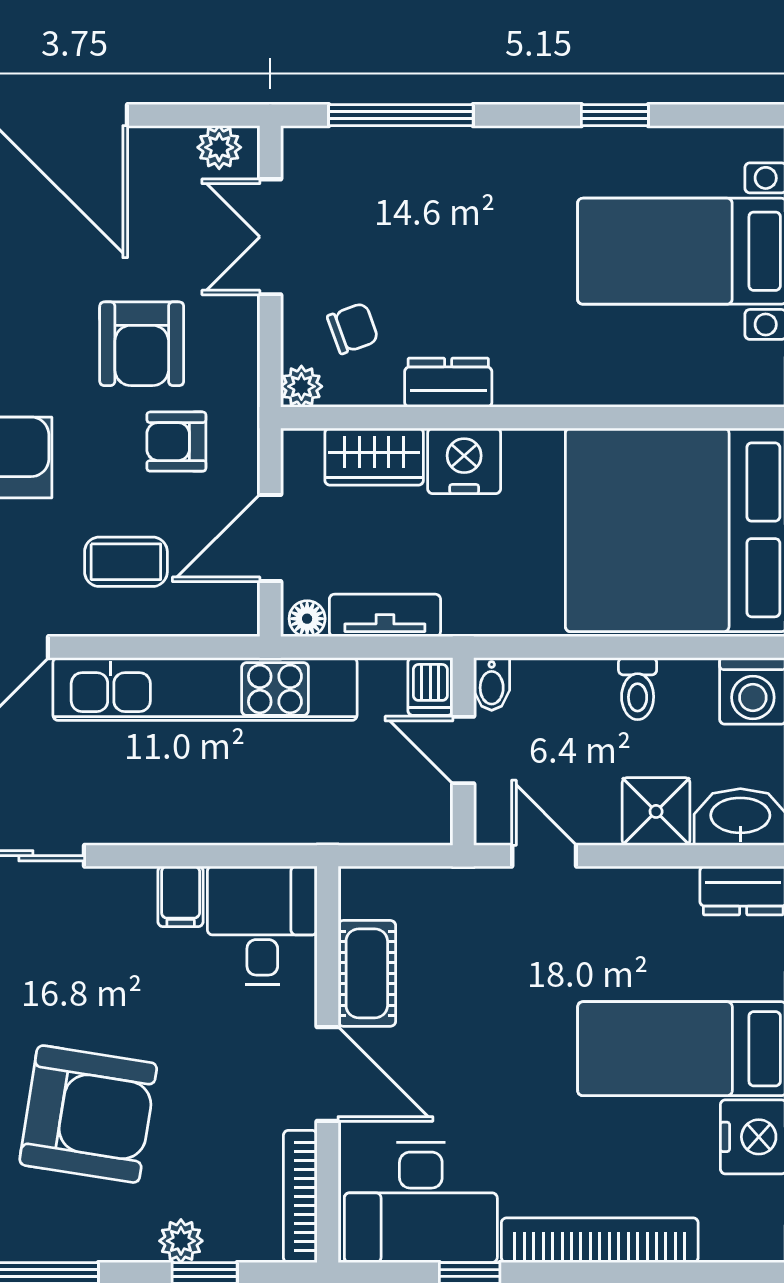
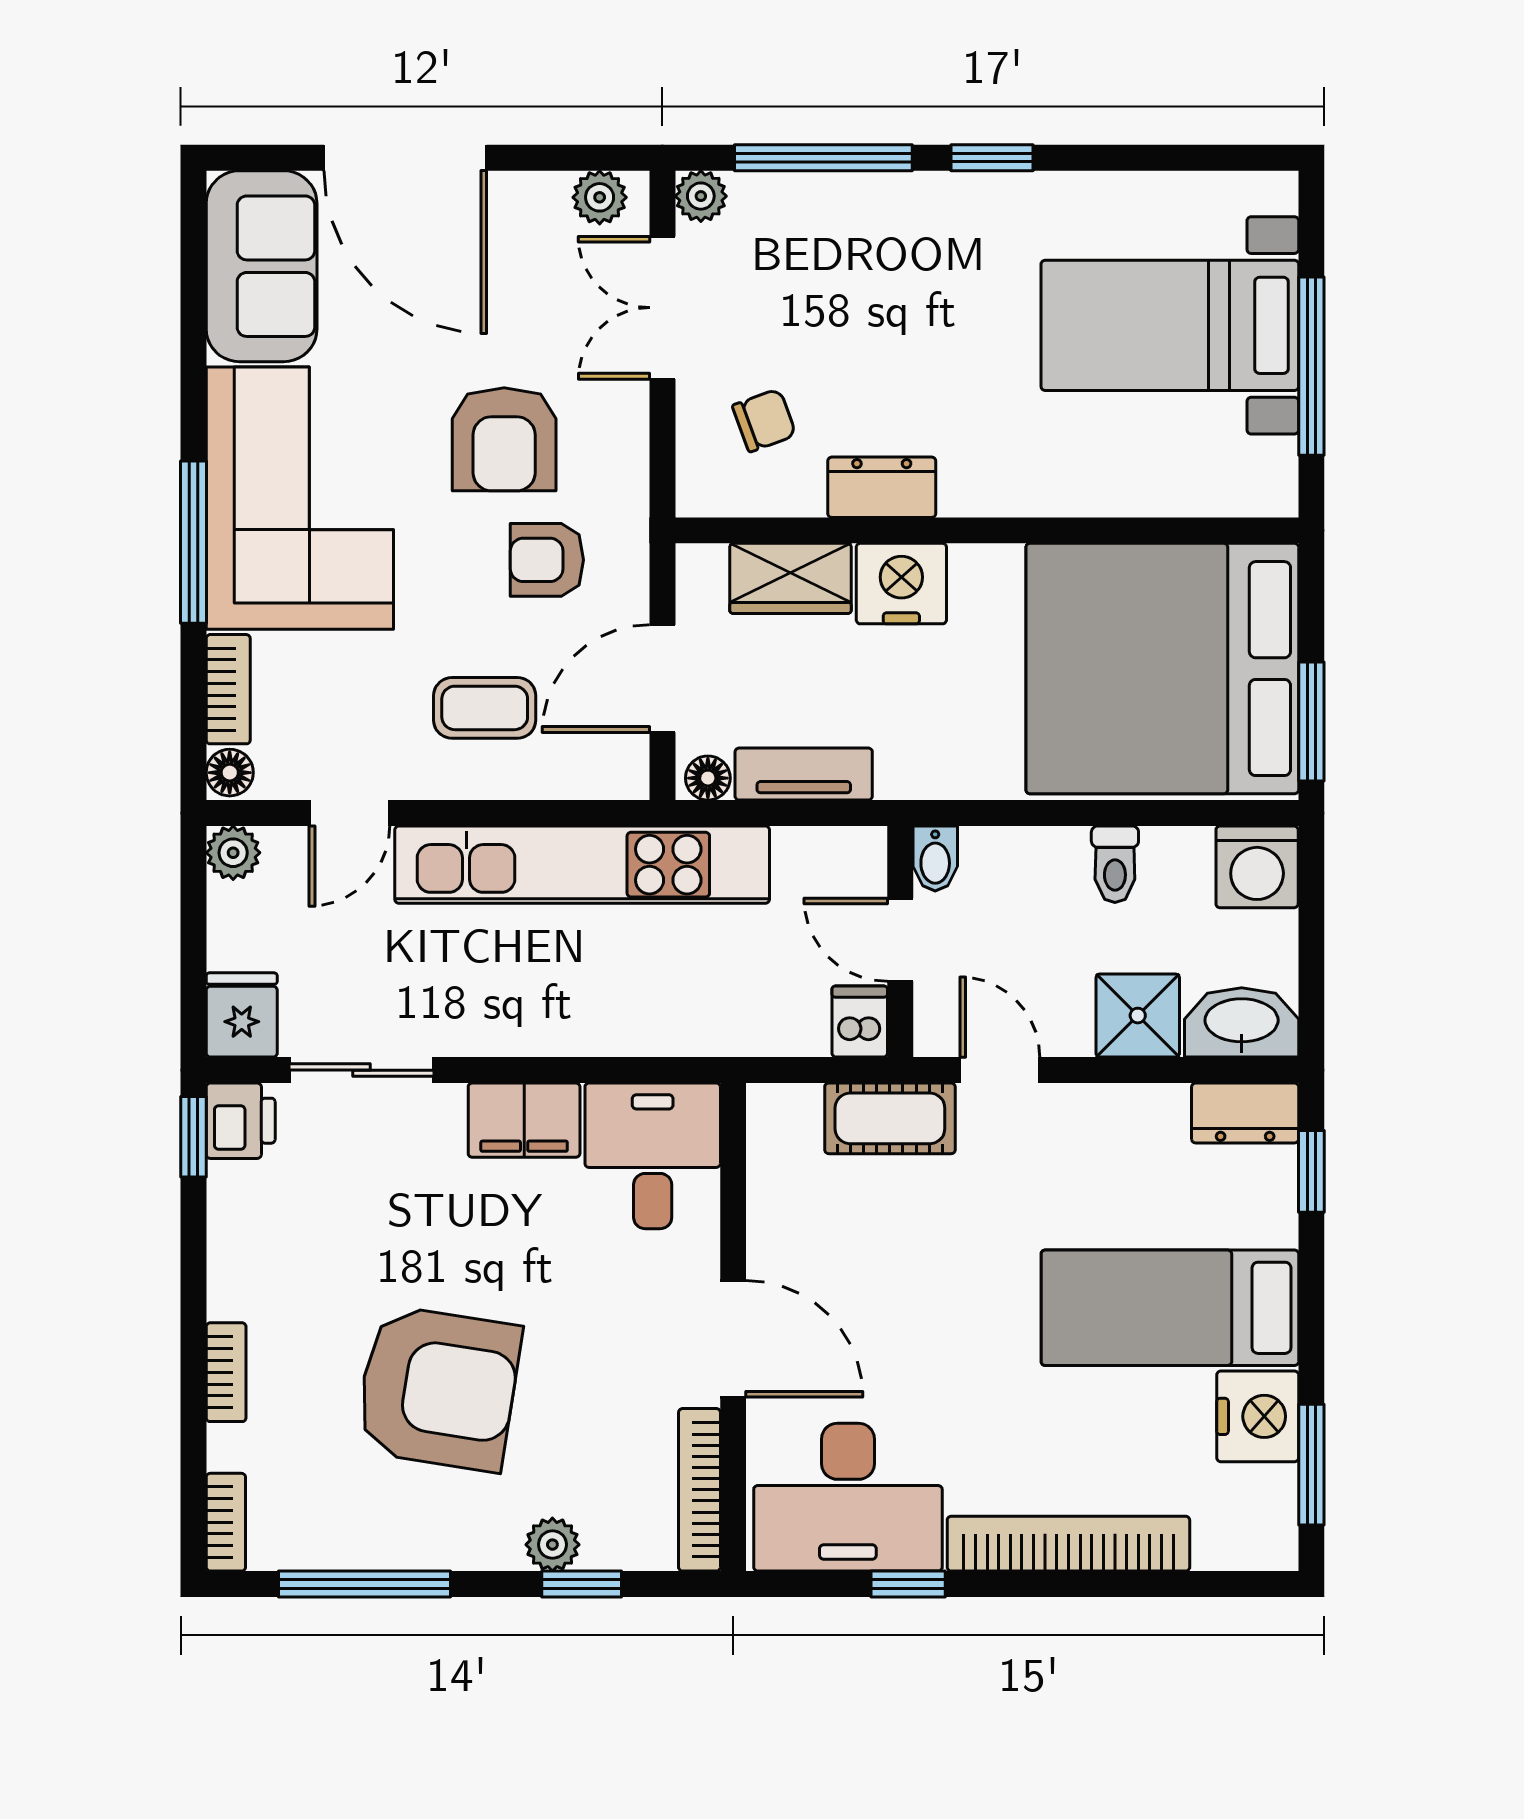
window: (615, 115) -> (992, 158), moved
plant: (301, 386) -> (701, 196), moved
dishwasher: (430, 686) -> (860, 1022), moved, turned 180
filing cabinet: (181, 896) -> (524, 1120), width x2.00
cot: (367, 973) -> (890, 1118), moved, turned 90

